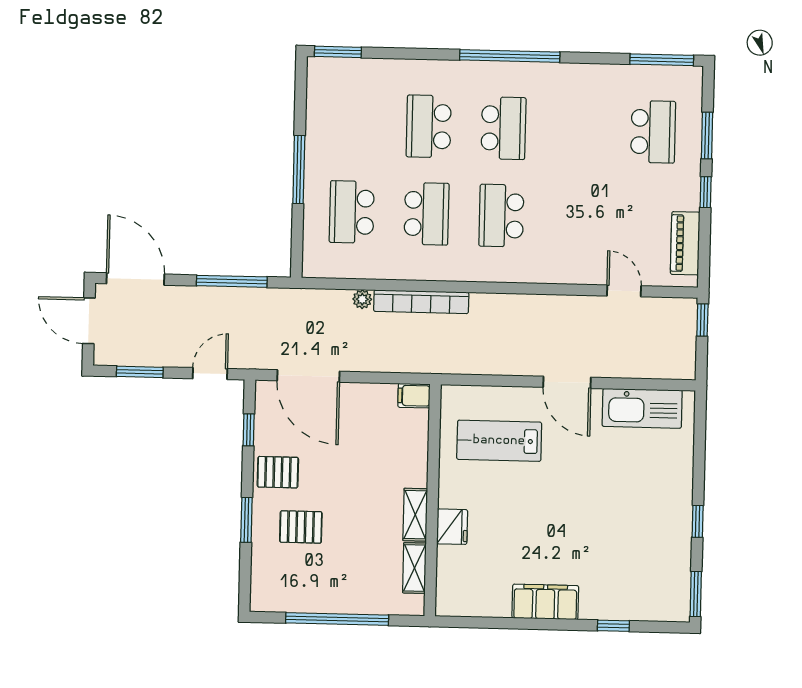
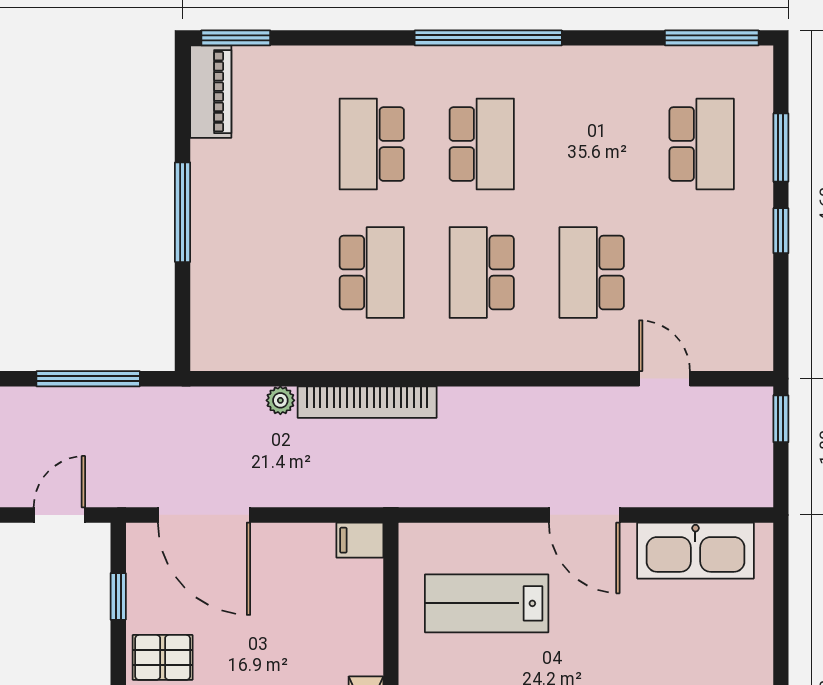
school desk: (352, 212) -> (592, 273), moved
piano: (685, 243) -> (211, 92), moved, turned 180

